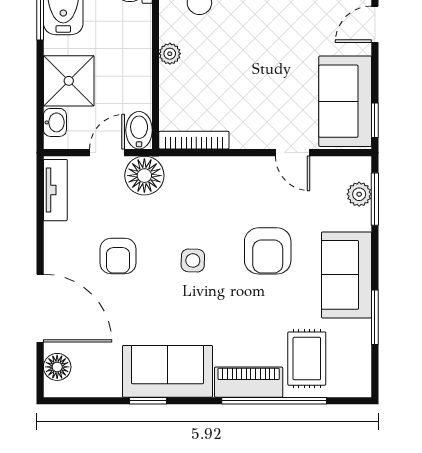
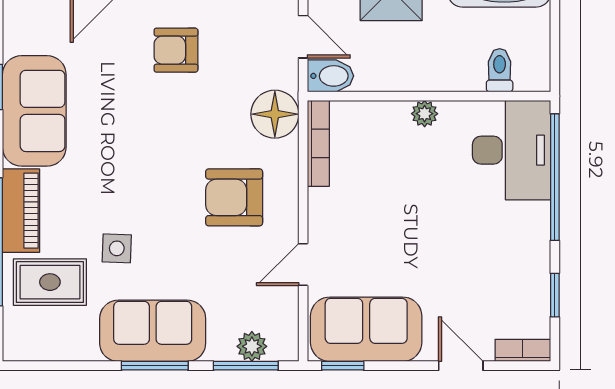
floor lamp: (144, 176) -> (275, 114), moved
armchair: (268, 251) -> (234, 197), moved
side table: (193, 260) -> (117, 248), moved
window: (375, 317) -> (155, 366), moved

